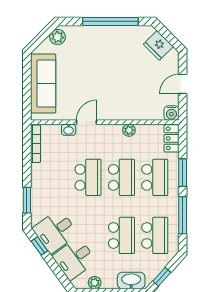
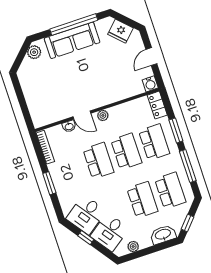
sofa: (43, 84) -> (72, 40), moved, turned 90
door: (87, 122) -> (82, 115), swing flipped
plant: (129, 130) -> (103, 115), moved
window: (27, 200) -> (49, 183), moved
window: (39, 246) -> (86, 238), moved

